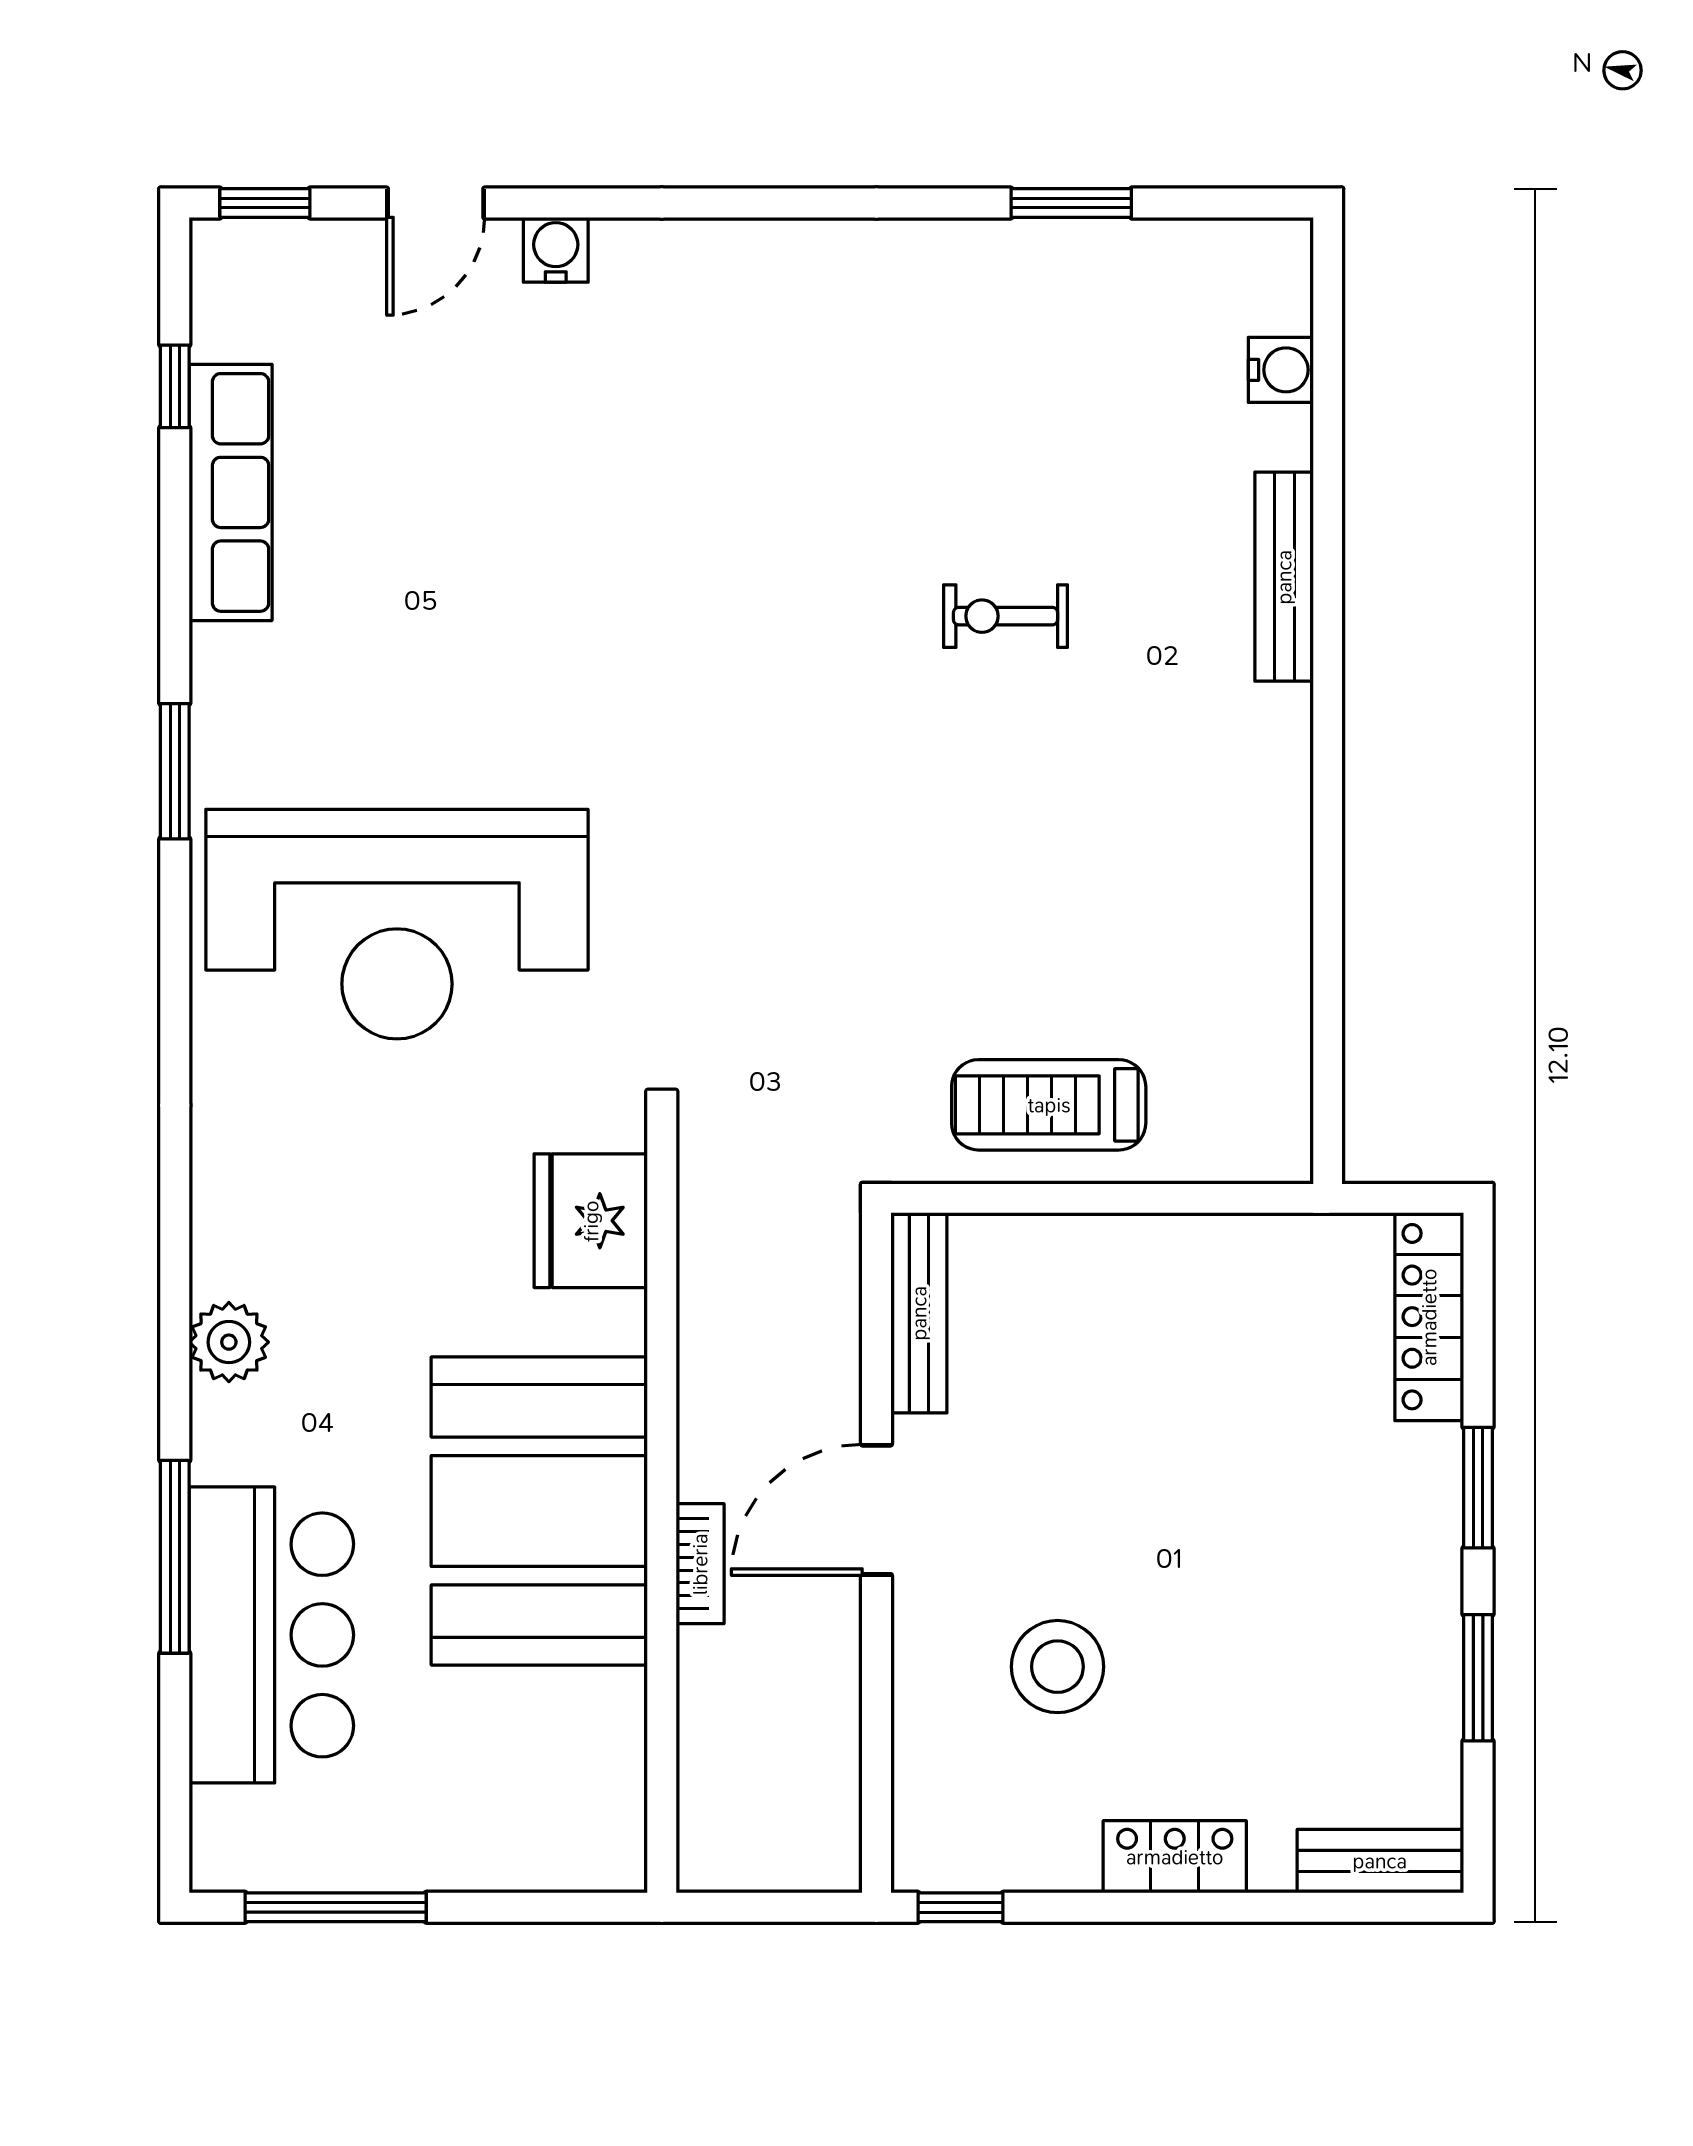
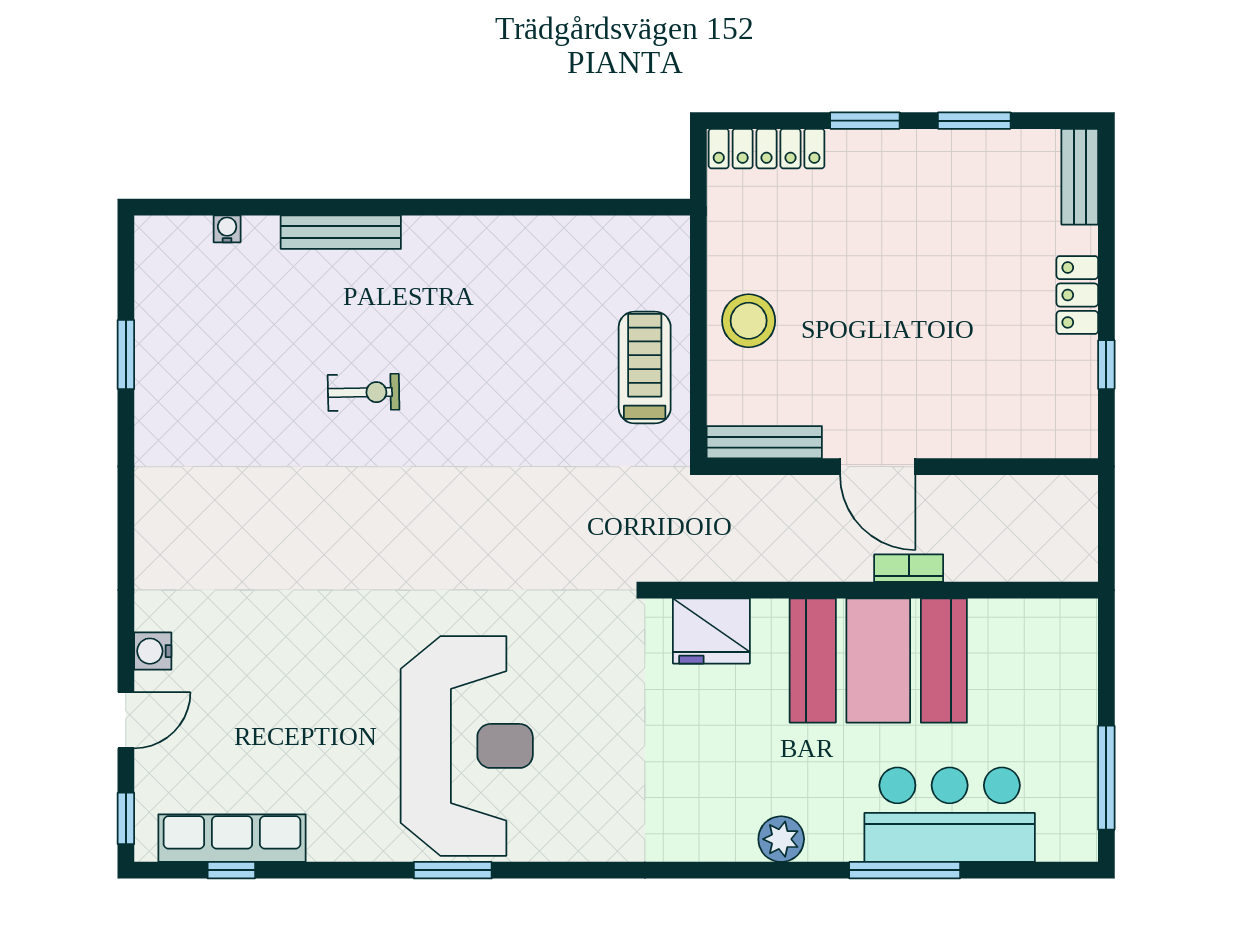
door: (436, 203) -> (126, 720), hinge flipped
water cooler: (1281, 370) -> (227, 229), width x0.72, depth x0.72
row of seats: (231, 492) -> (232, 838), moved
exercise bike: (1006, 616) -> (364, 392), turned -91
reception desk: (397, 924) -> (467, 746), moved
treadmill: (1049, 1105) -> (645, 368), turned 180
stool: (1057, 1667) -> (749, 321), moved
window: (960, 1907) -> (1106, 365), moved

